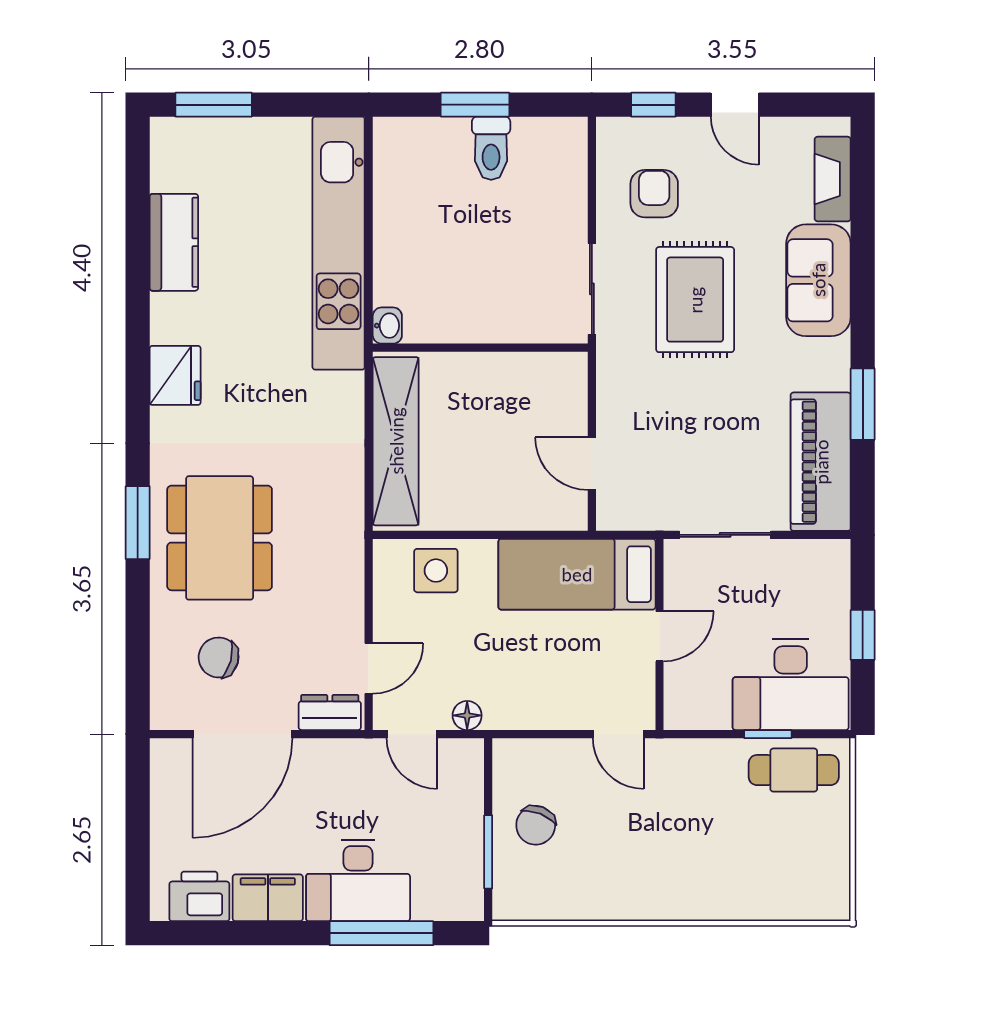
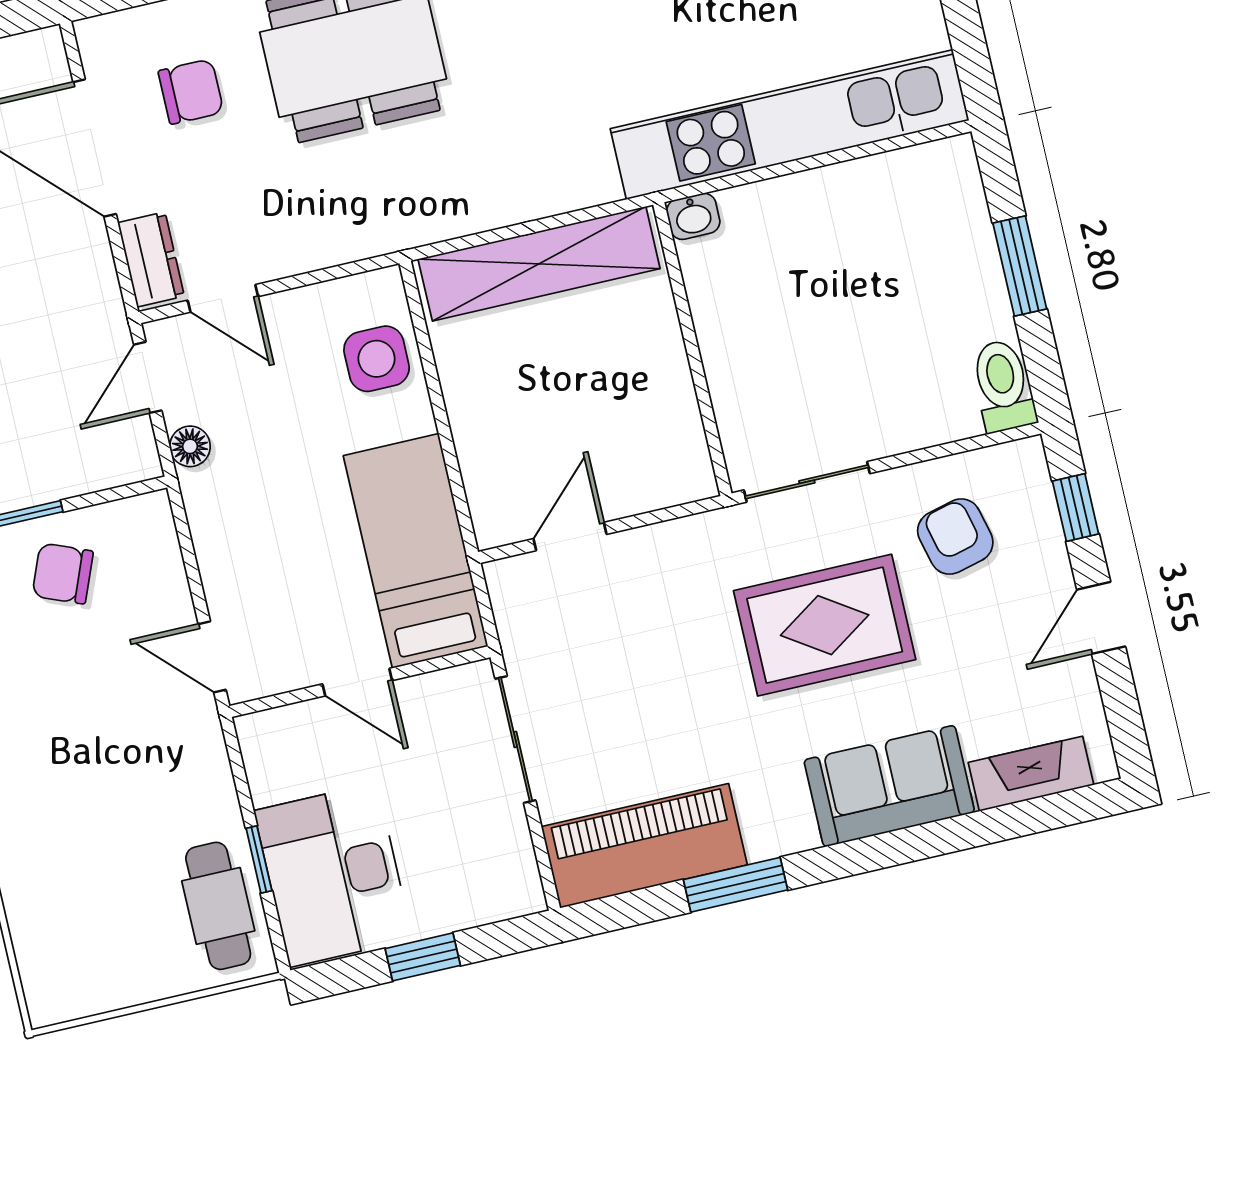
toilet: (491, 148) -> (1003, 386), moved, turned 90
armchair: (654, 194) -> (955, 537), turned -104
chair: (219, 657) -> (191, 92), turned 75
door: (618, 734) -> (212, 657), hinge flipped

